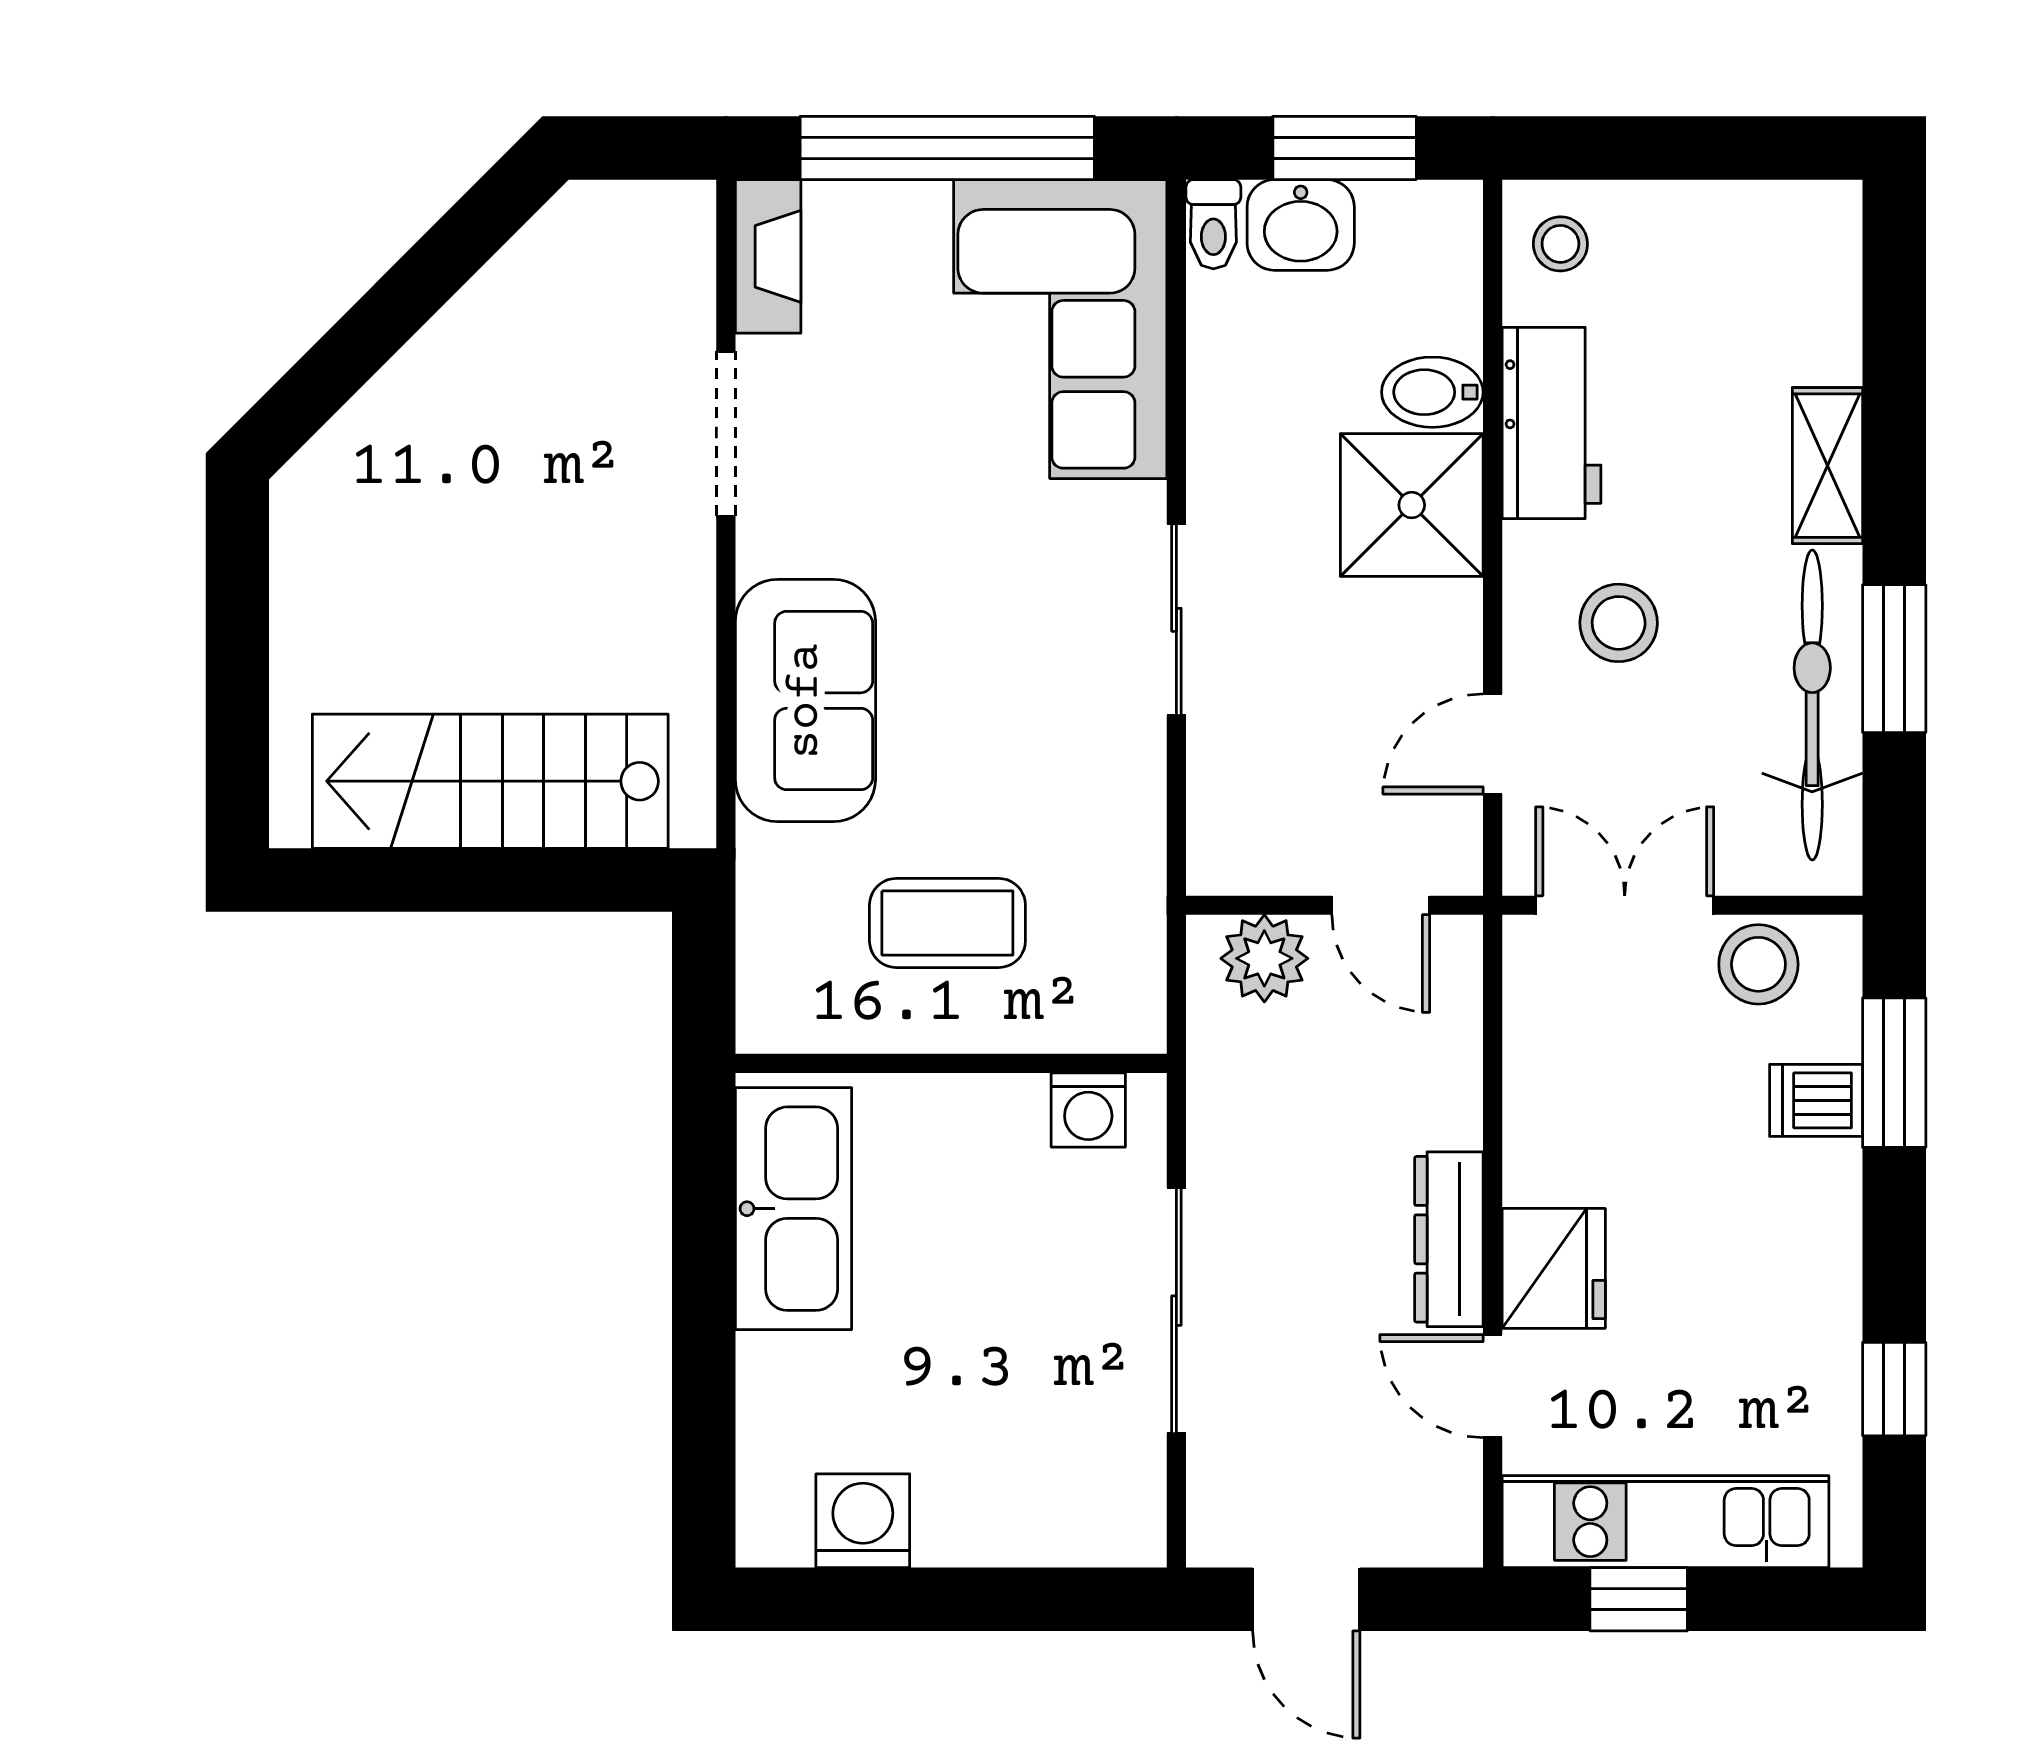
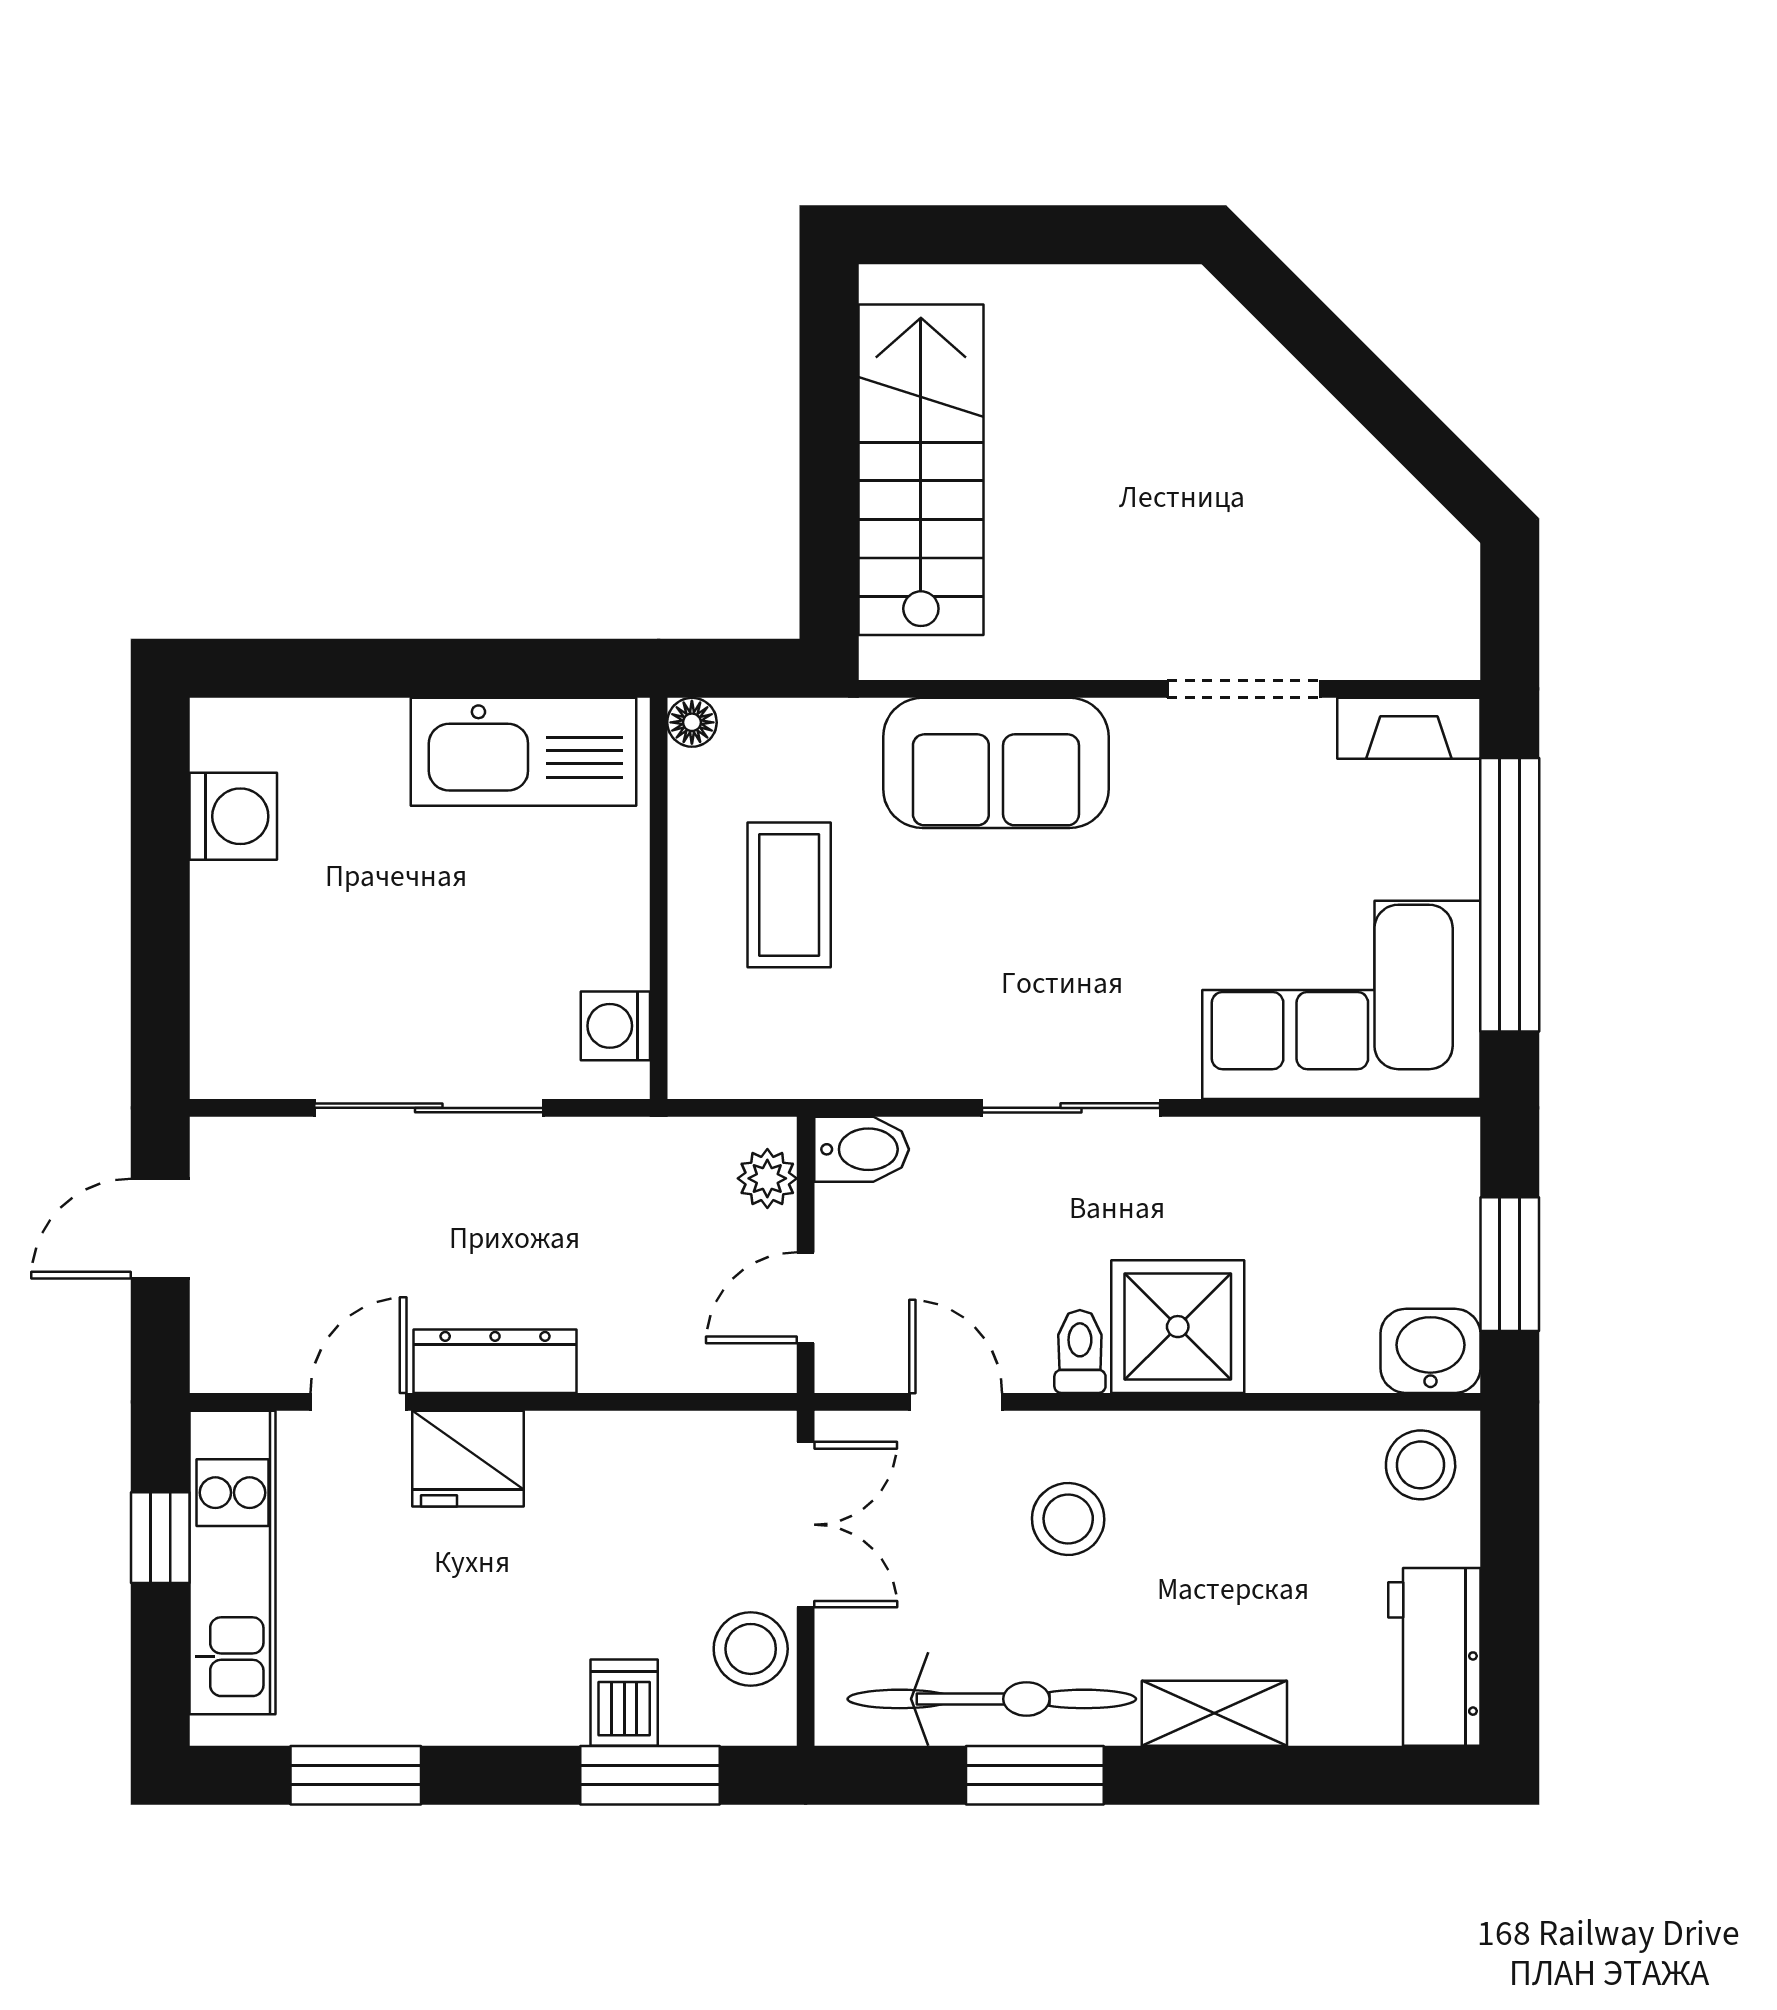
toilet: (1213, 224) -> (1080, 1351), moved, turned 90
washbasin: (1301, 225) -> (1430, 1351), moved, turned 90
stool: (1560, 244) -> (1421, 1465), width x1.37, depth x1.37
bidet: (1432, 392) -> (862, 1149), moved, turned 90
workbench: (1552, 423) -> (1434, 1657), moved, turned 90
plant: (1264, 958) -> (767, 1178), width x0.73, depth x0.73
floor lamp: (762, 1027) -> (692, 722), added
window: (1894, 1389) -> (356, 1775), width x1.50

